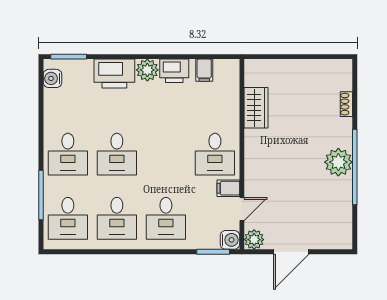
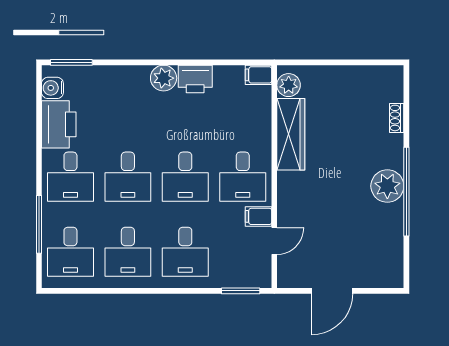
filing cabinet: (204, 70) -> (258, 75), moved, turned 90
printer: (114, 74) -> (59, 124), moved, turned -90
wardrobe: (256, 108) -> (291, 134), width x1.50
desk: (166, 154) -> (185, 177), added
water cooler: (230, 240) -> (260, 277), removed
plant: (254, 240) -> (289, 85), moved

